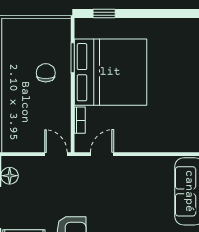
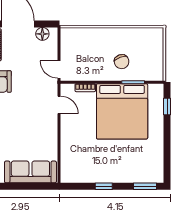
chair: (46, 73) -> (122, 62), turned 70
door: (56, 154) -> (59, 69), swing flipped

